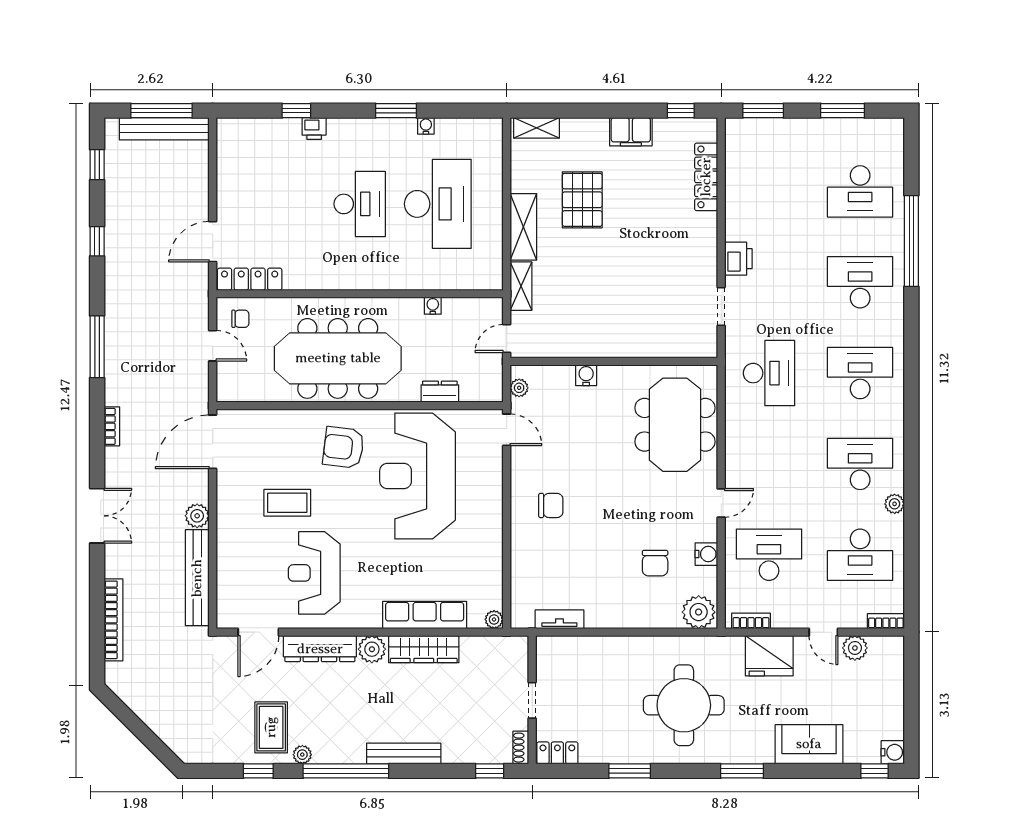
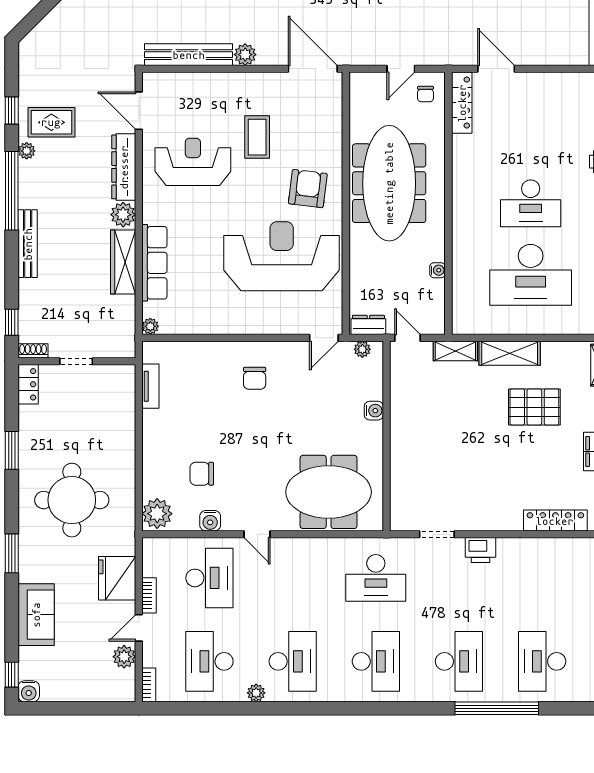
dresser: (440, 392) -> (368, 325), moved, turned -90
bookcase: (751, 621) -> (149, 595), moved

